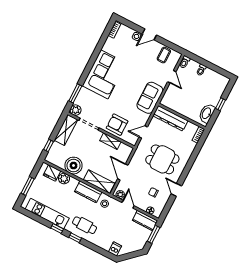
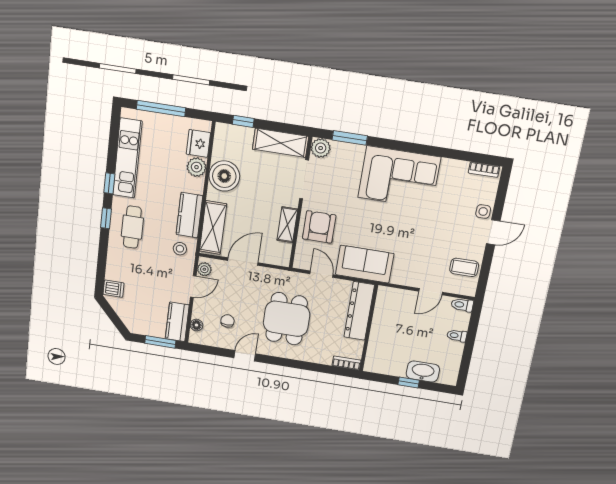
door: (149, 34) -> (493, 232), swing flipped
sofa: (150, 98) -> (365, 264), moved
washbasin: (207, 113) -> (423, 372), moved
window: (28, 186) -> (161, 108), width x1.44

